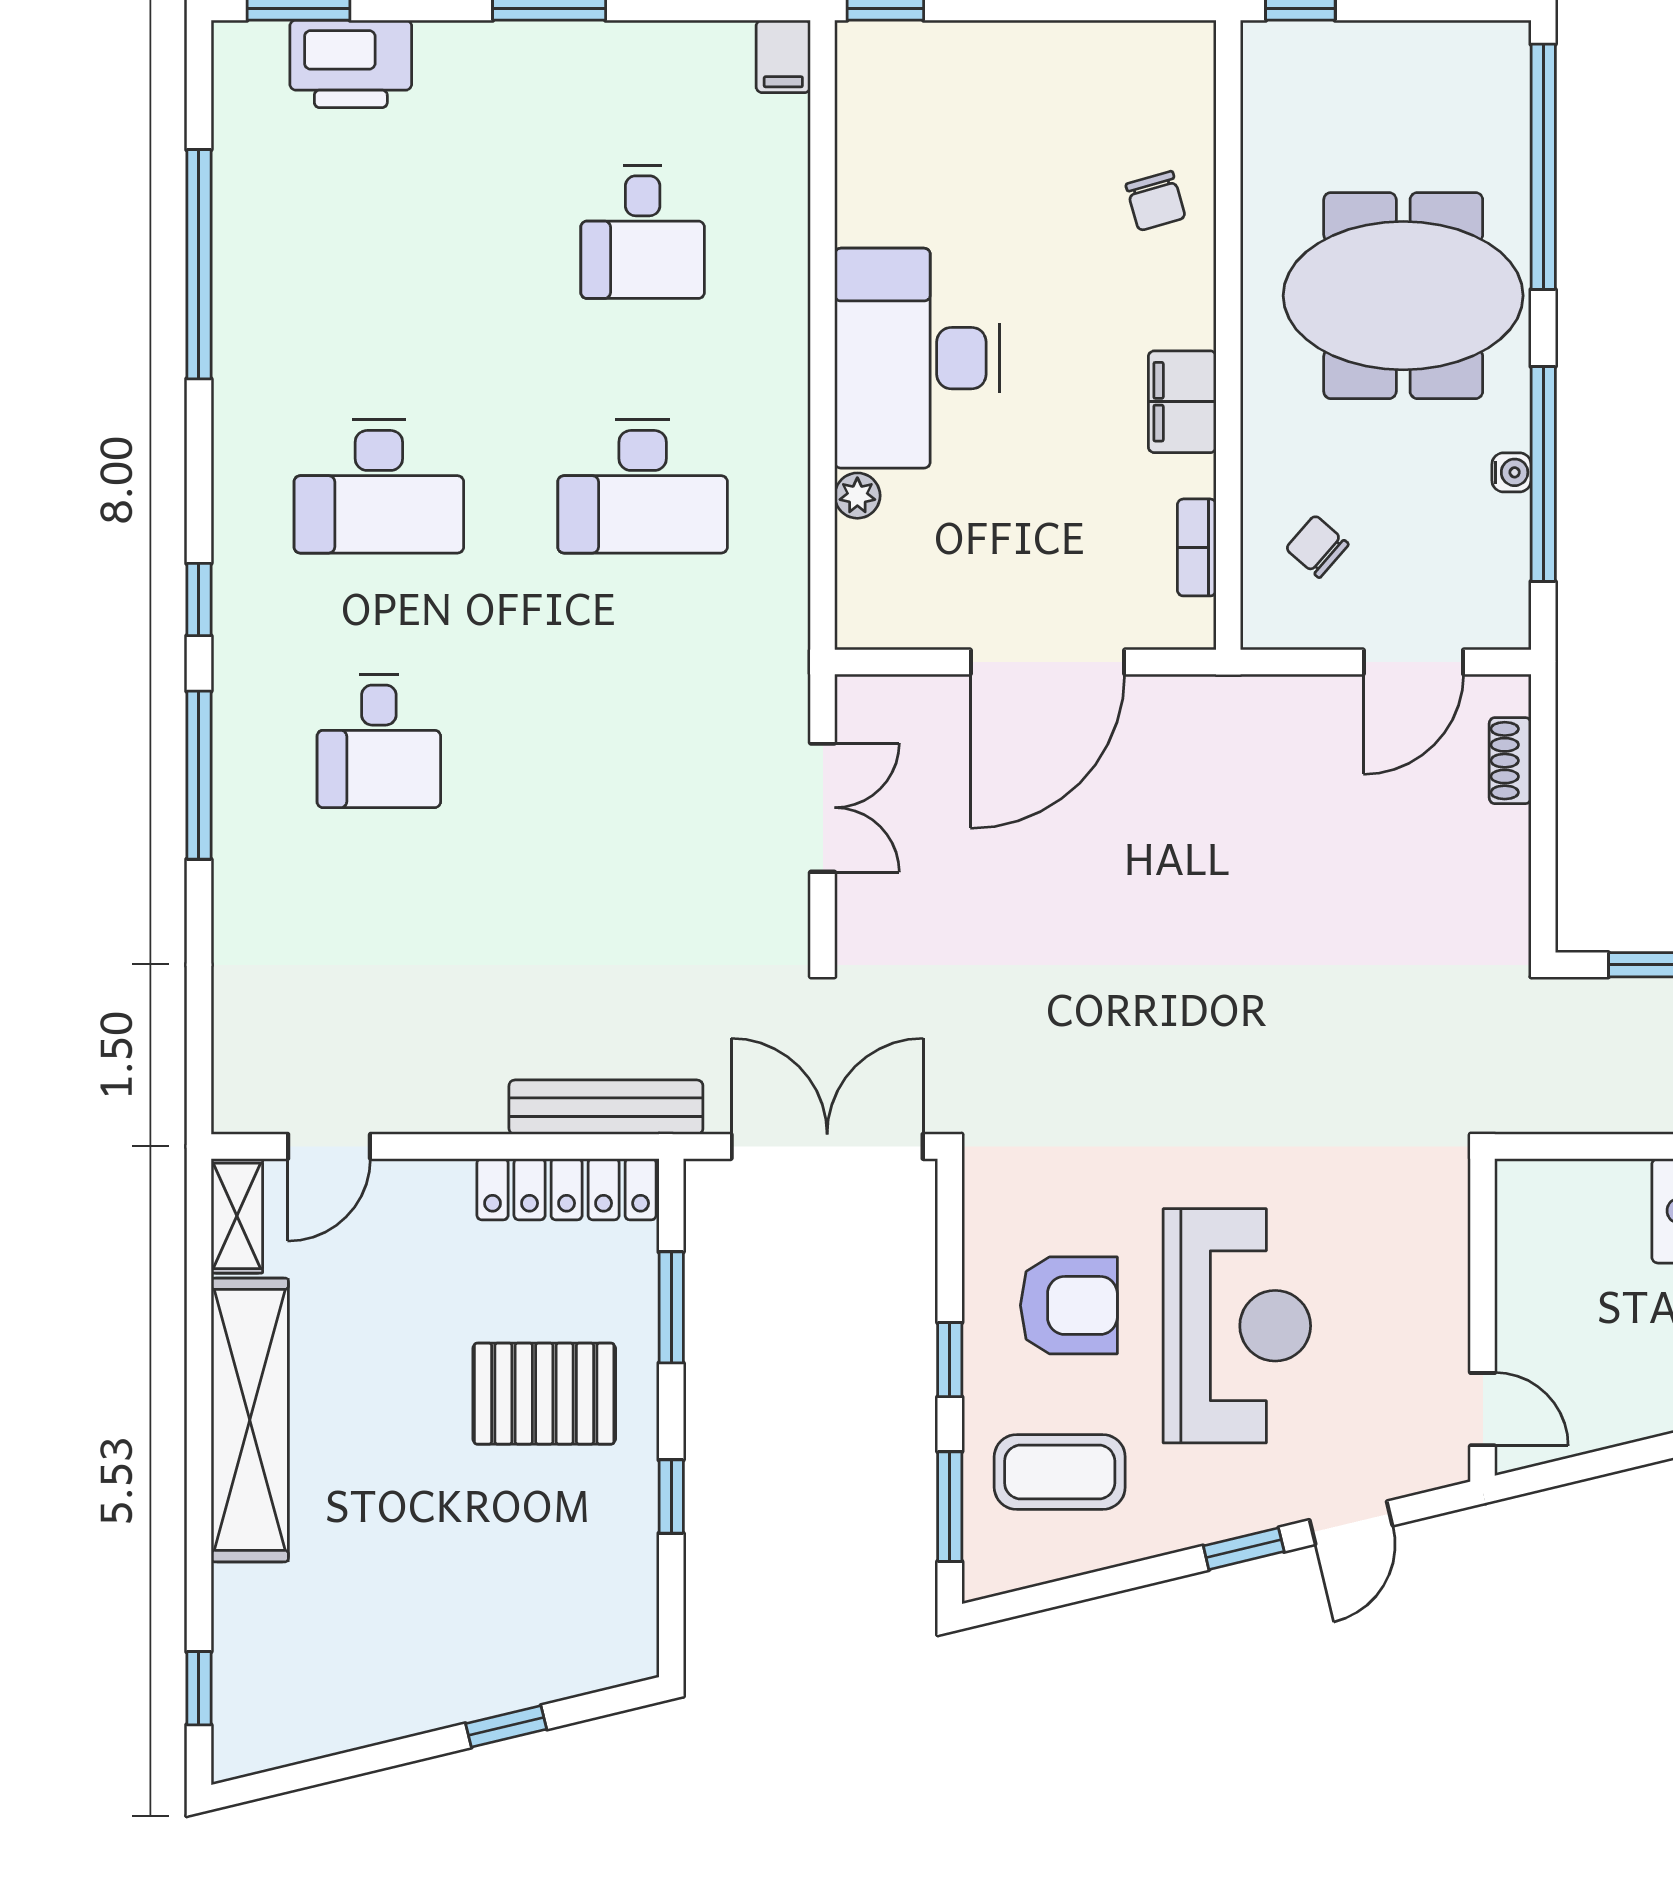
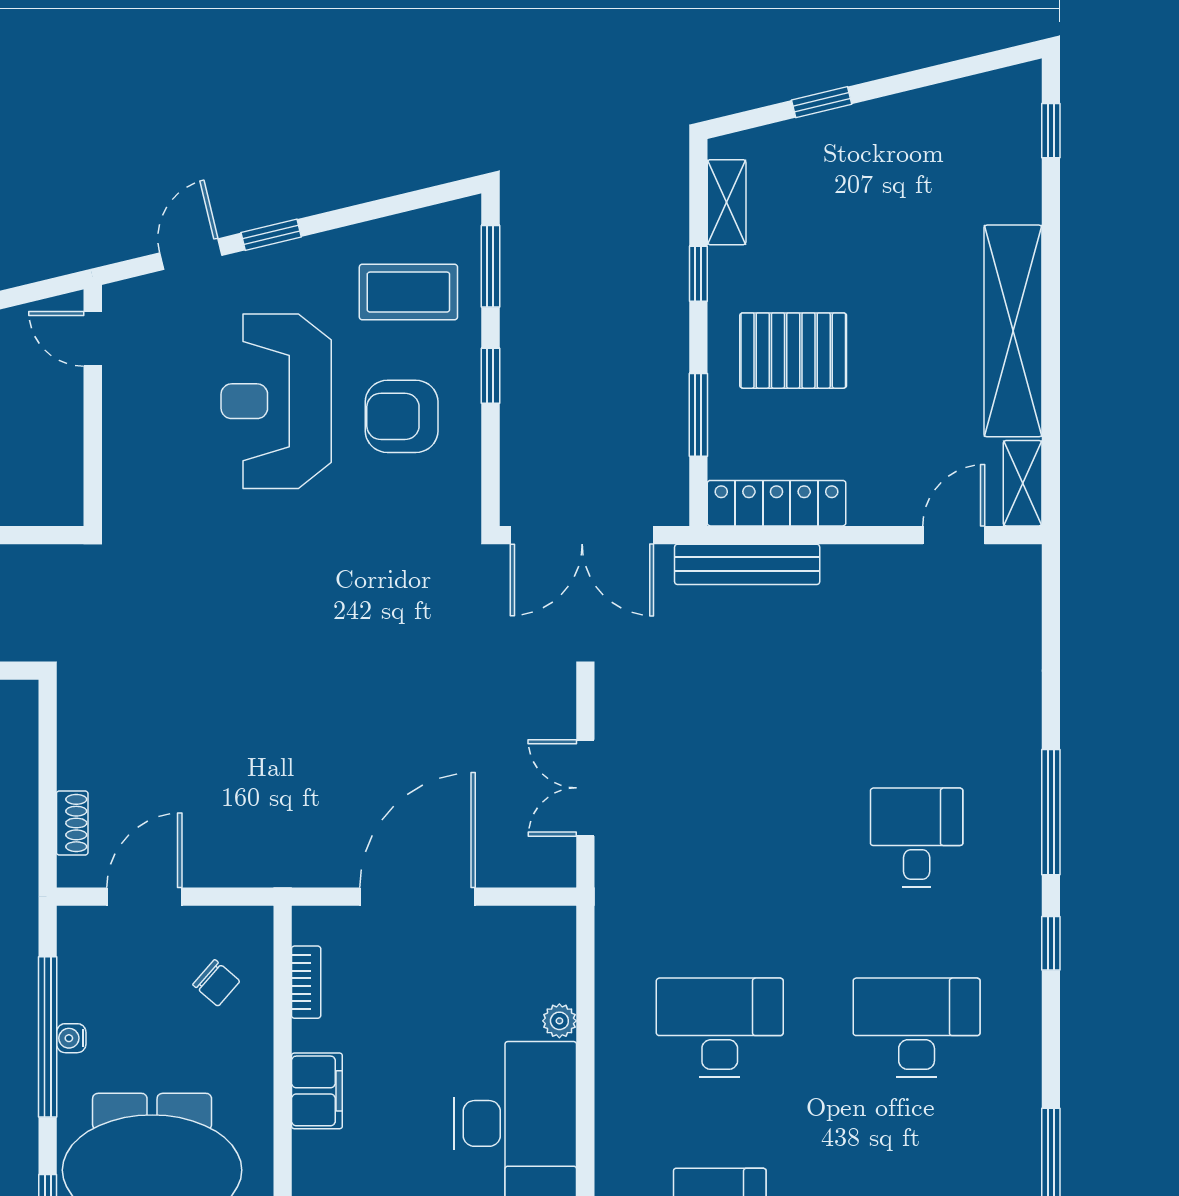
shelving: (633, 1592) -> (727, 202), added

